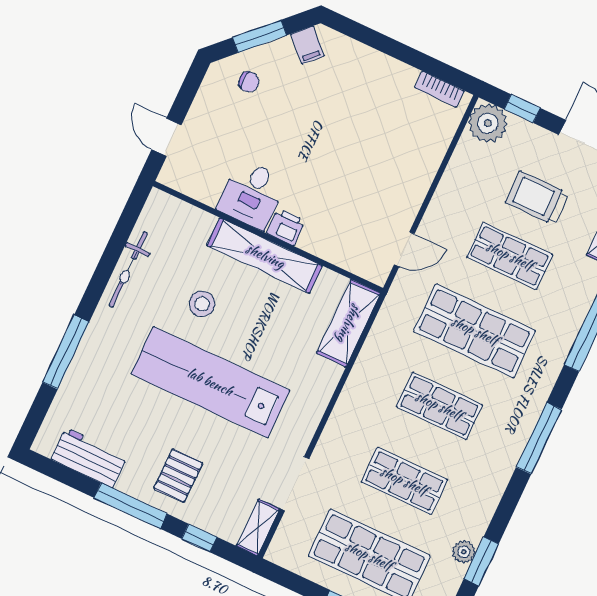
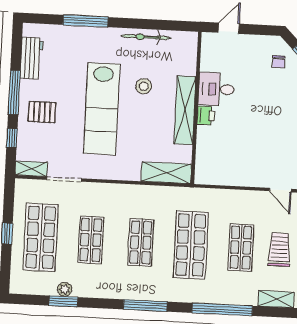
door: (404, 249) -> (280, 190), moved
lab bench: (210, 382) -> (102, 109), turned 180

